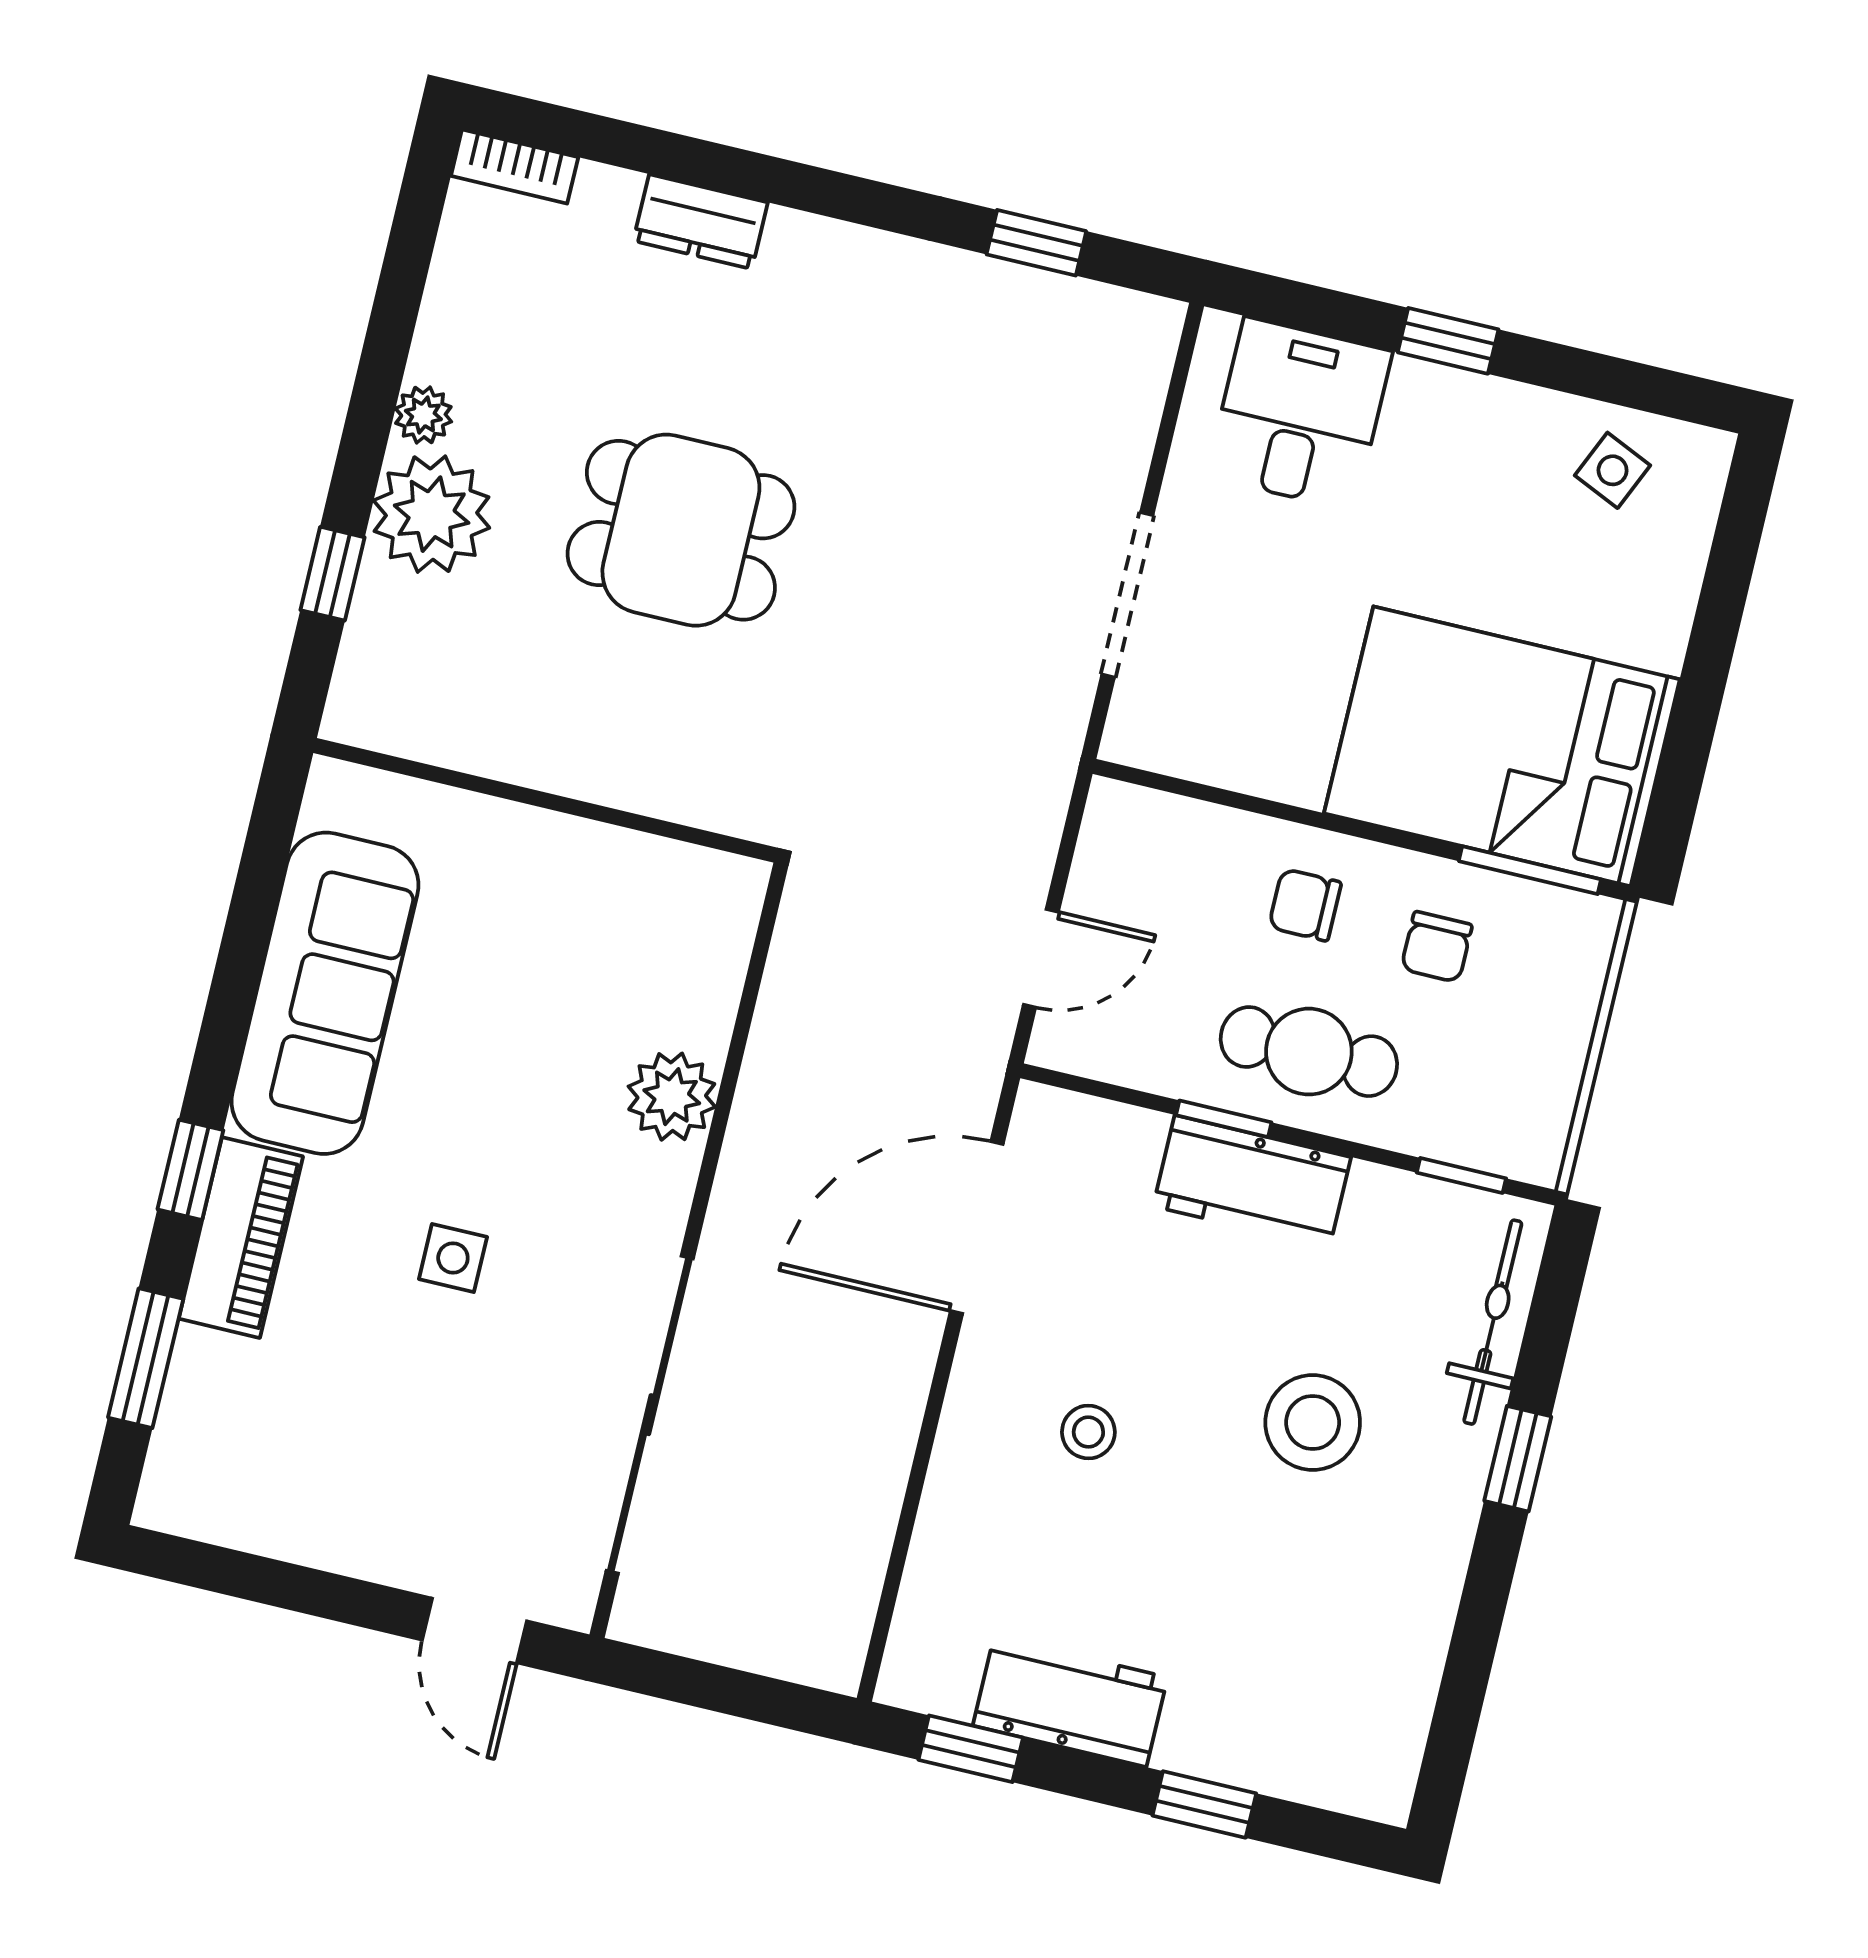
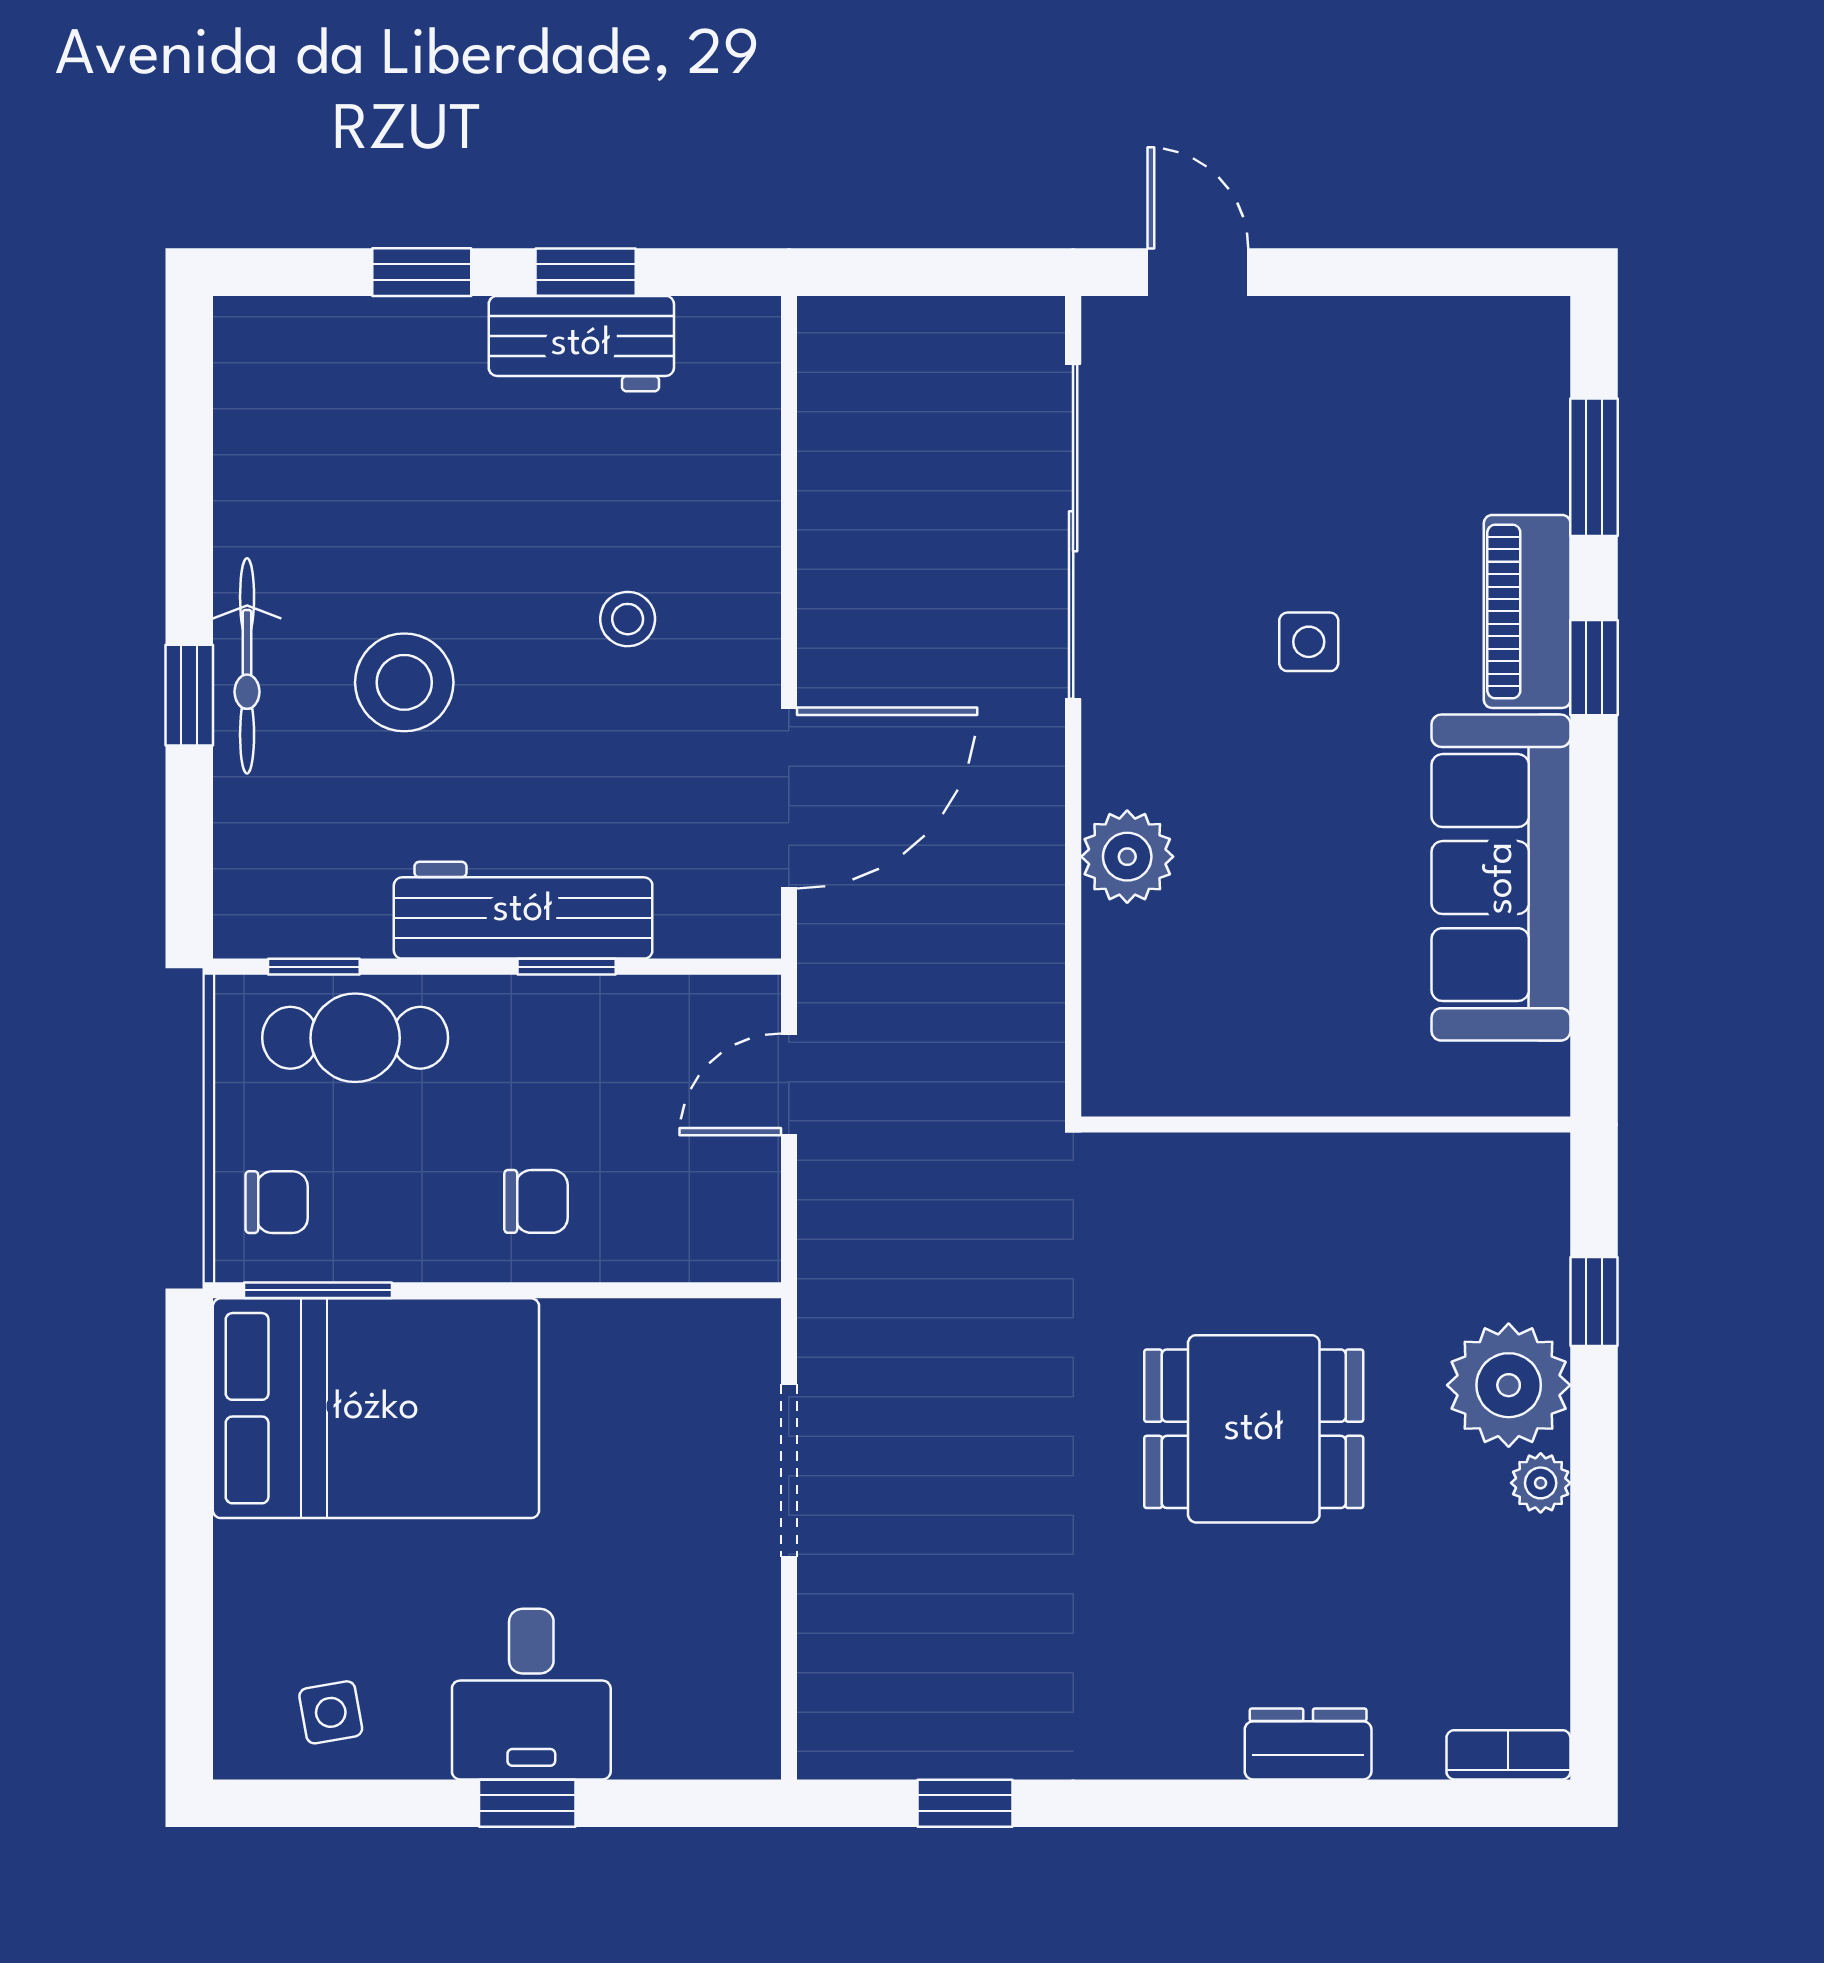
desk: (1299, 414) -> (531, 1694), moved
side table: (1613, 470) -> (331, 1712), turned -34
chair: (1437, 947) -> (277, 1202), moved, turned 90
cafe table: (1309, 1052) -> (355, 1038), moved
workbench: (1252, 1182) -> (523, 910), width x1.38
bicycle: (1493, 1322) -> (247, 666), moved
window: (971, 1749) -> (586, 272), moved

